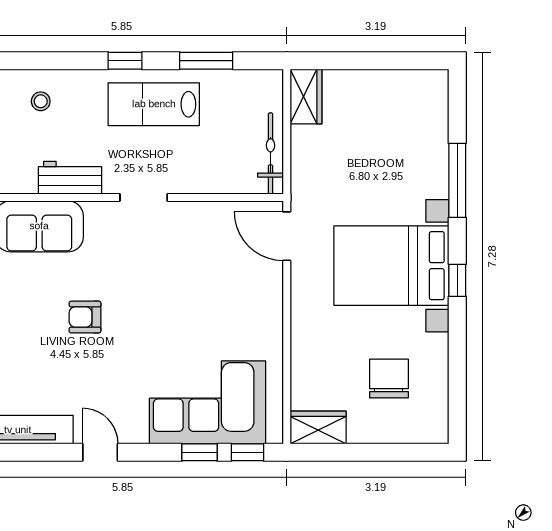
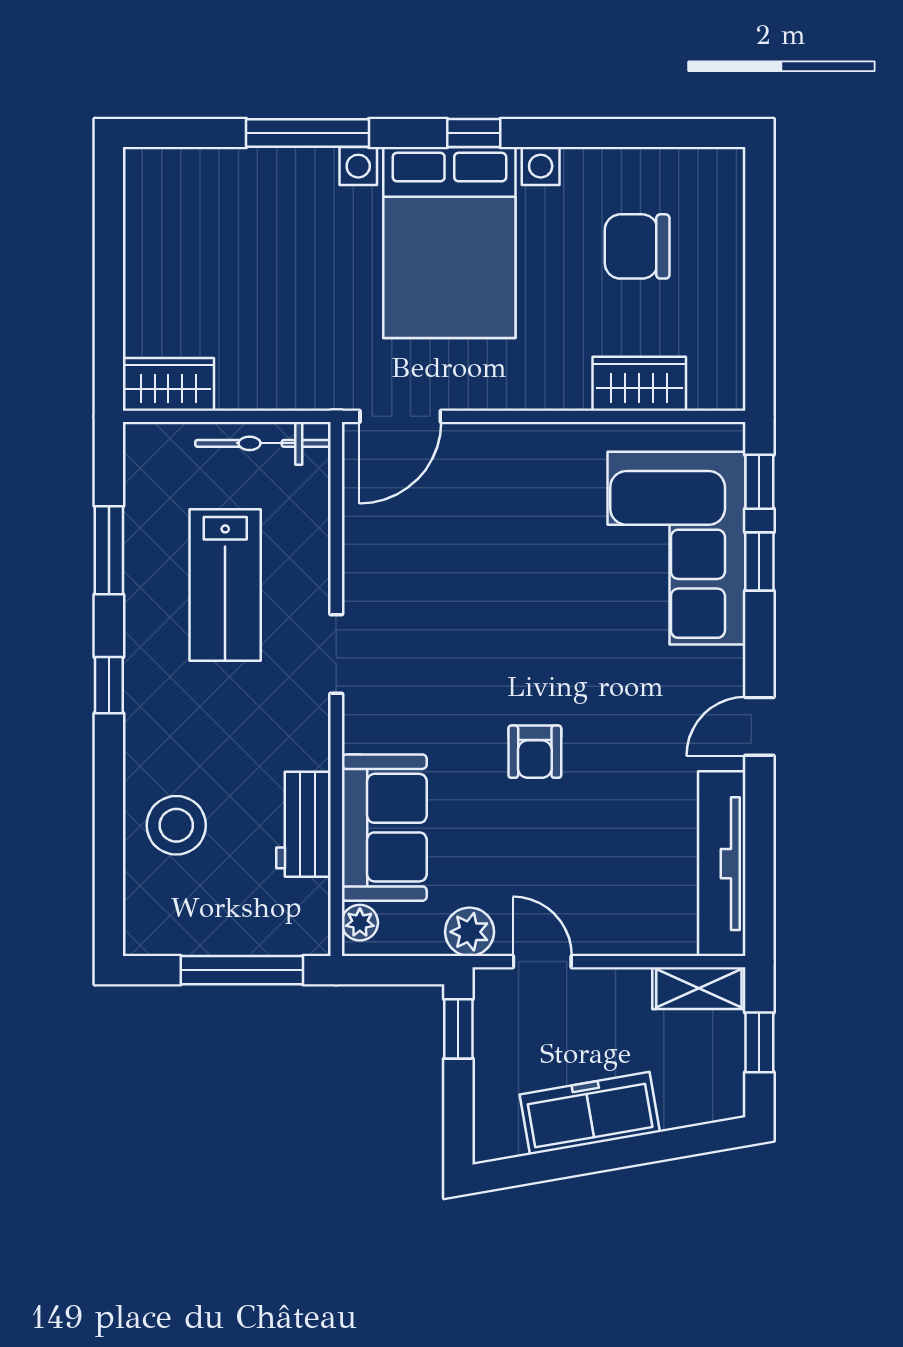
stool: (41, 101) -> (176, 825), width x1.89, depth x1.89
lab bench: (154, 104) -> (225, 585), moved
workbench: (70, 178) -> (303, 824), moved
wardrobe: (318, 427) -> (639, 384), moved, turned 90

